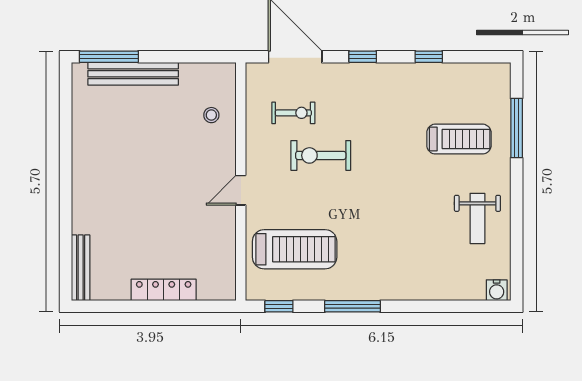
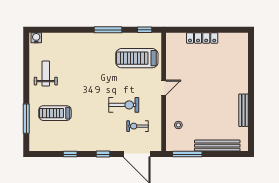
window: (109, 57) -> (187, 154), moved
bench: (81, 268) -> (243, 110), moved

